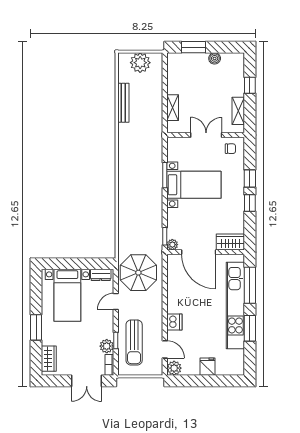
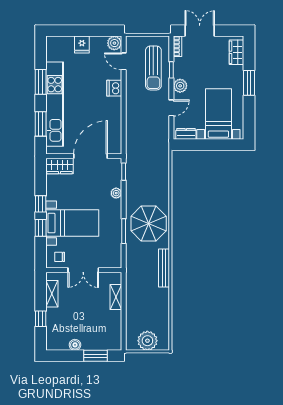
bench: (123, 103) -> (164, 268), moved
bed with nightstands: (194, 185) -> (72, 223), moved, turned 180
plant: (172, 245) -> (116, 193), moved
door: (199, 252) -> (91, 156), hinge flipped
parasol: (138, 273) -> (149, 223), moved
window: (250, 285) -> (41, 124), width x0.69
sun lounger: (134, 343) -> (153, 68), turned 180
plant: (107, 346) -> (180, 86), moved

